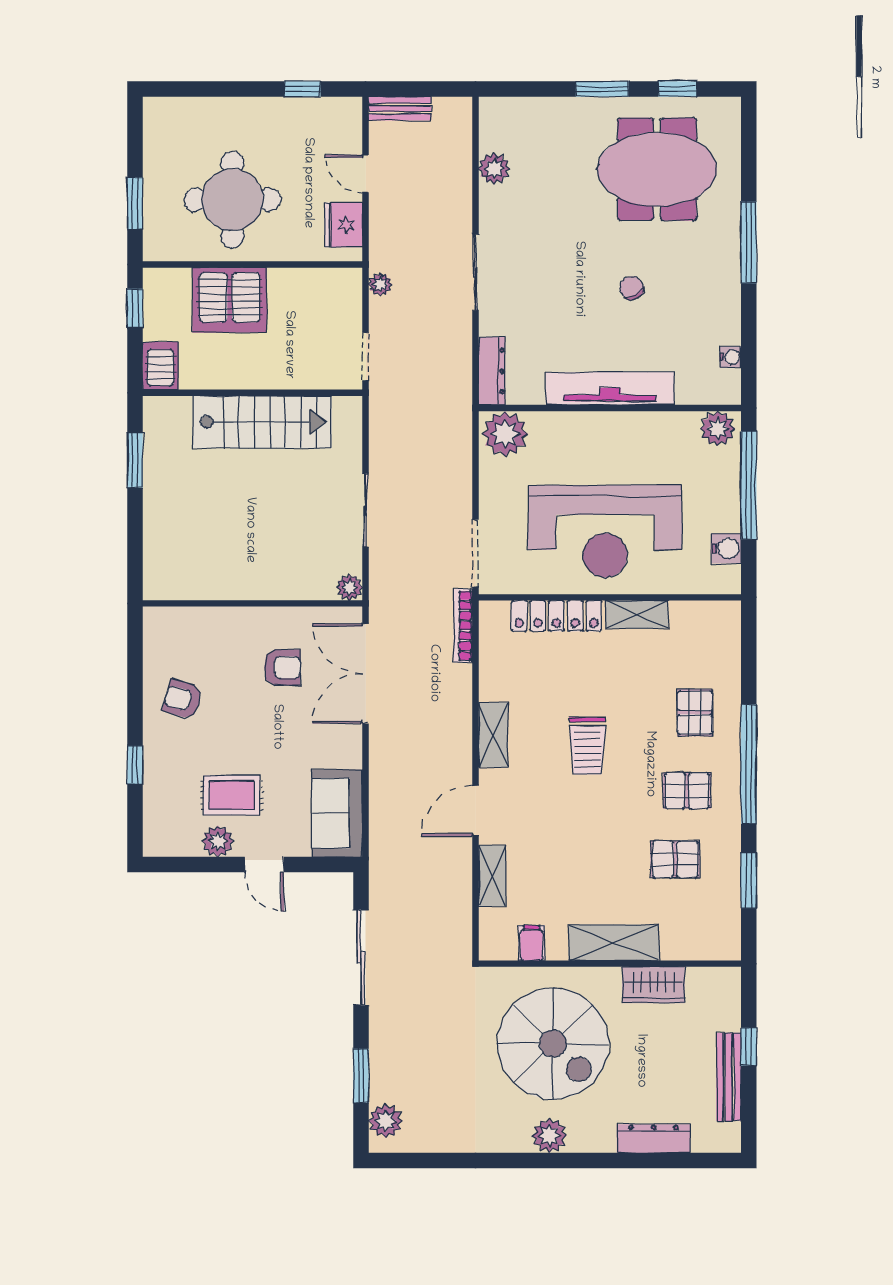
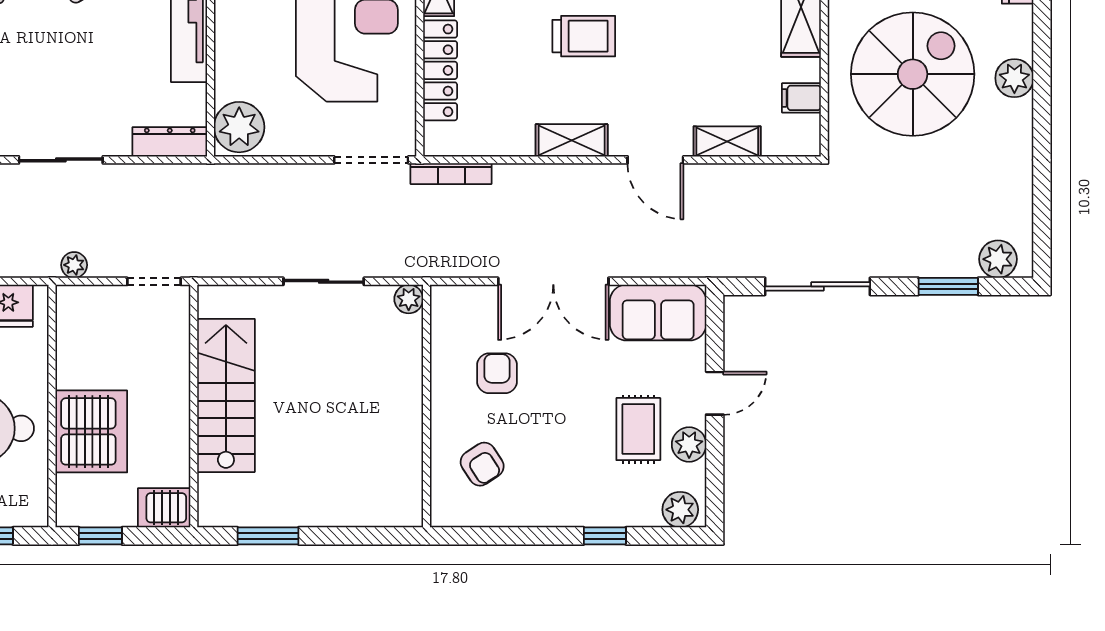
double door: (366, 674) -> (553, 281), moved
armchair: (183, 699) -> (482, 464), moved, turned -49
plant: (159, 833) -> (680, 510), added

